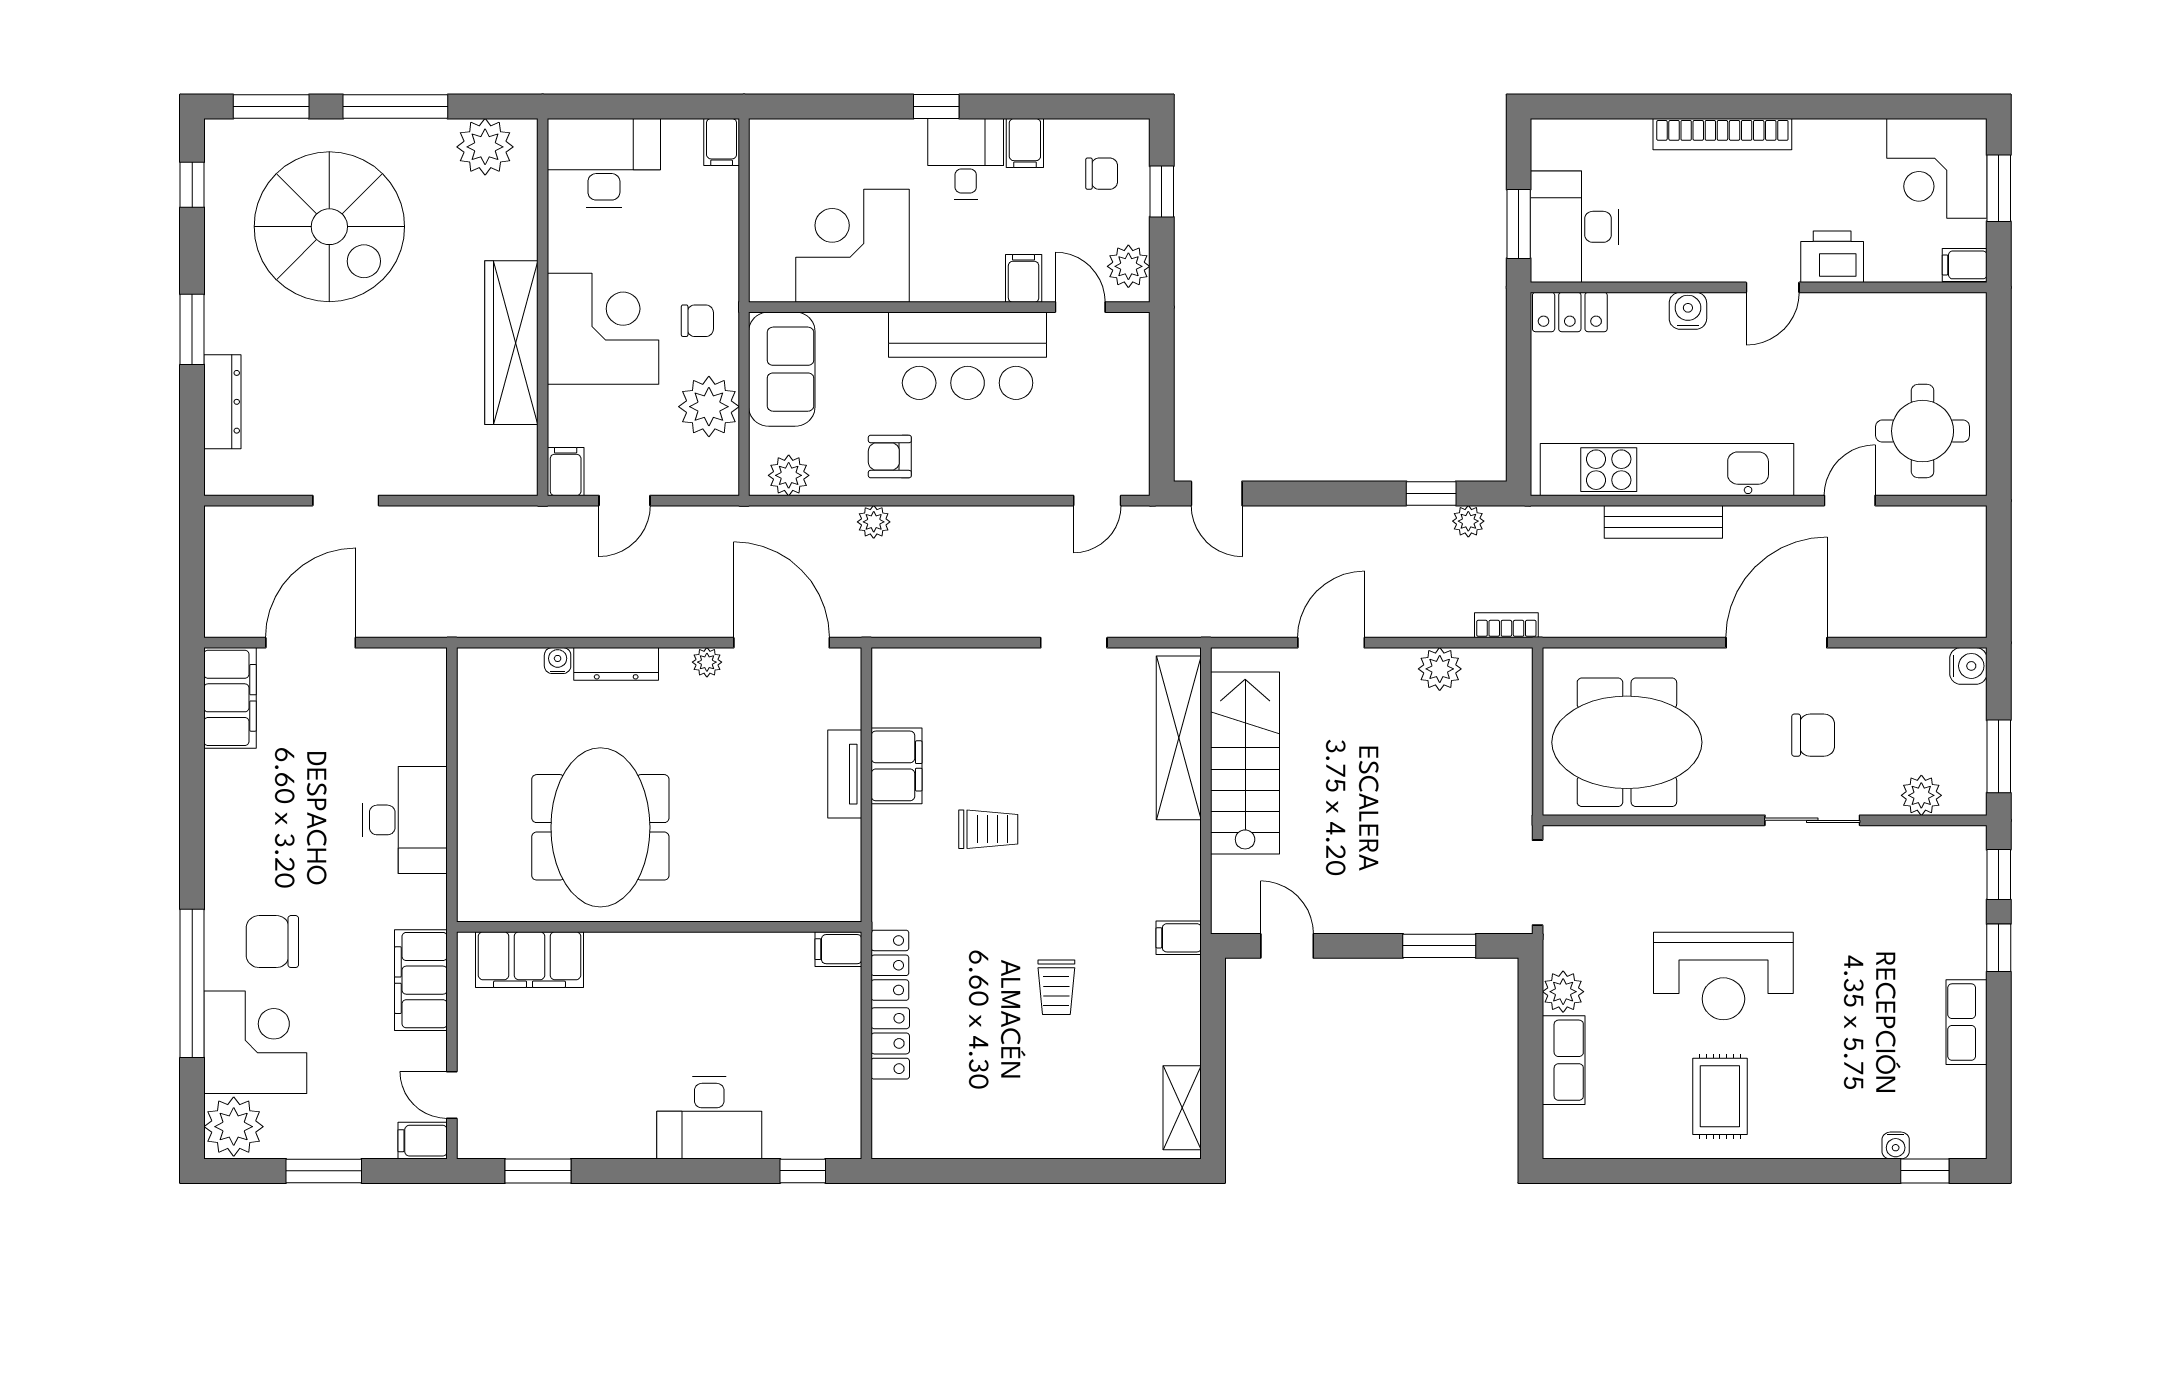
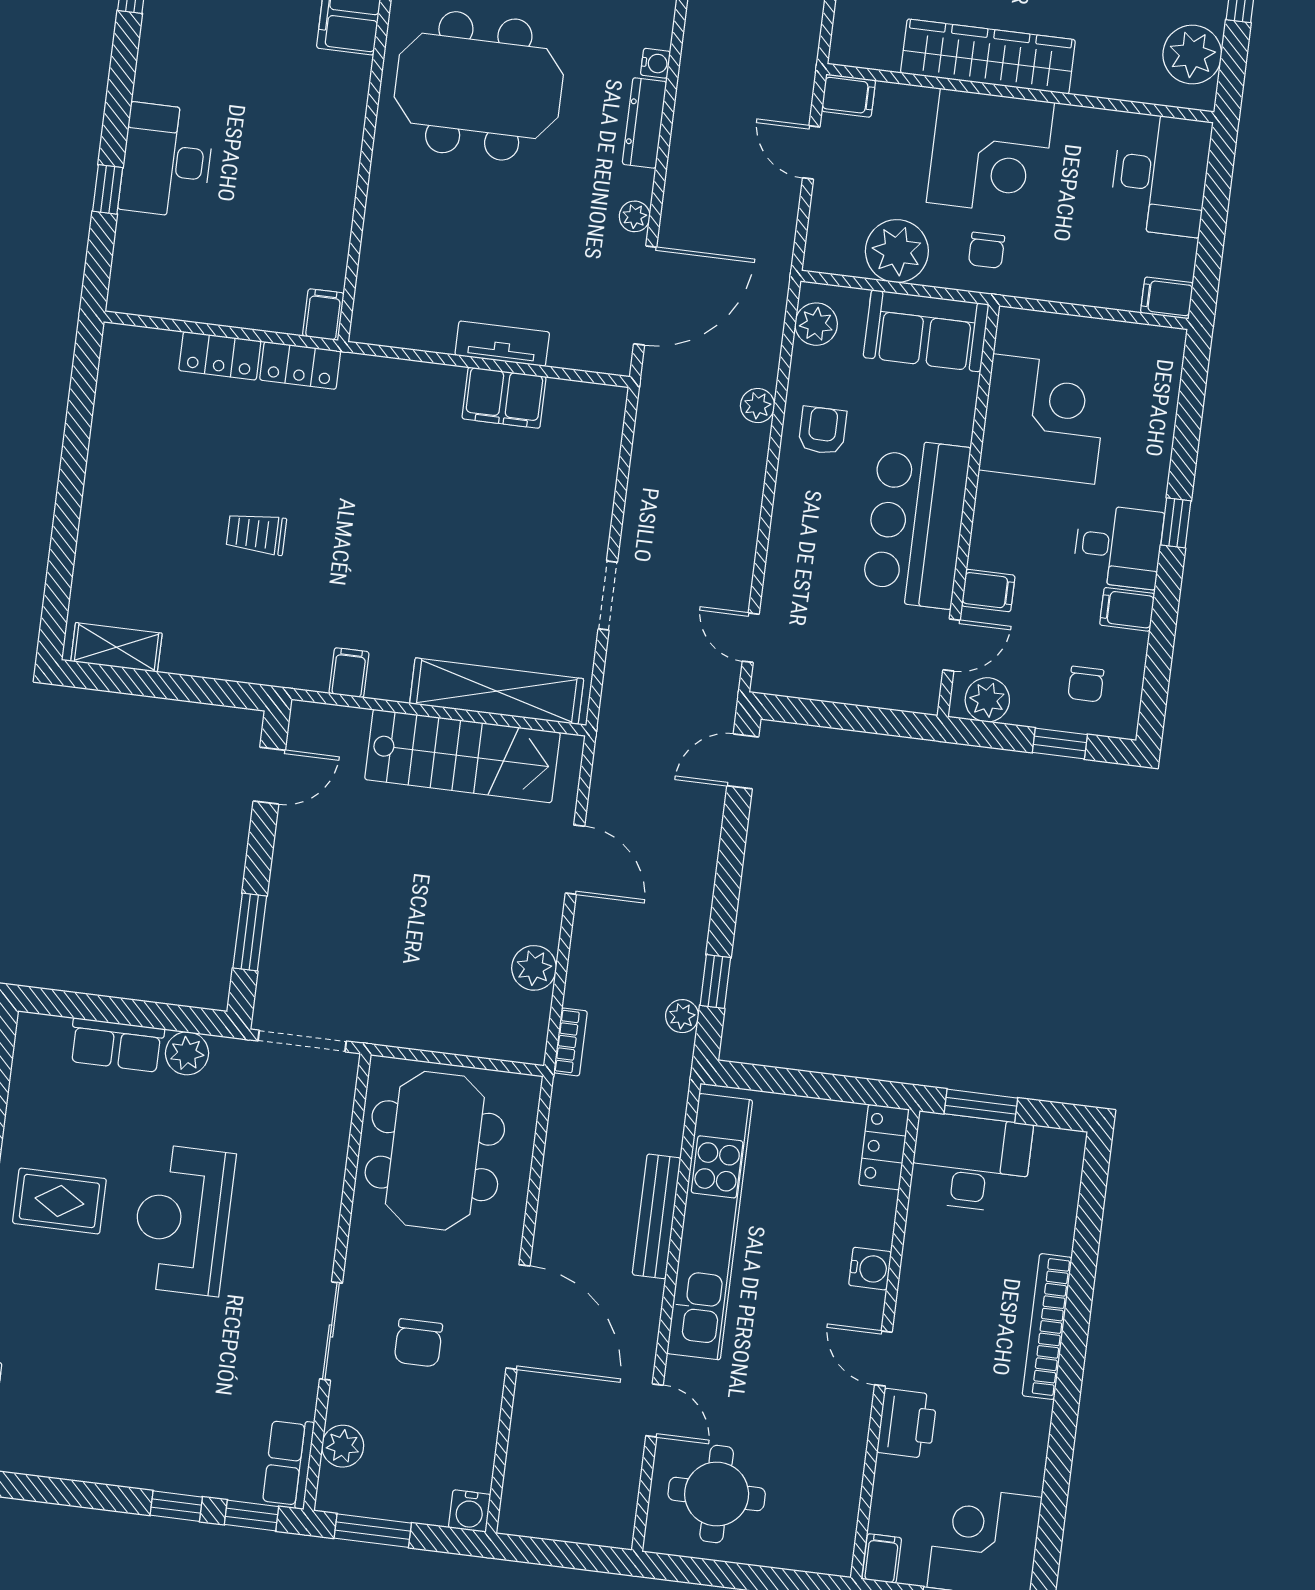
trolley: (988, 829) -> (427, 484), removed
filing cabinet: (1179, 938) -> (349, 673), moved
row of seats: (1967, 1022) -> (288, 1463), moved, turned -90
window: (803, 1171) -> (108, 189), moved

